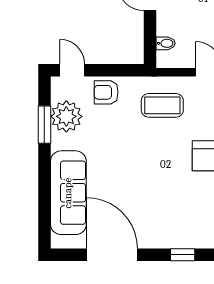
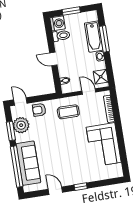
window: (44, 196) -> (17, 167), added
door: (112, 255) -> (55, 191), width x0.53
window: (183, 255) -> (81, 187), moved

